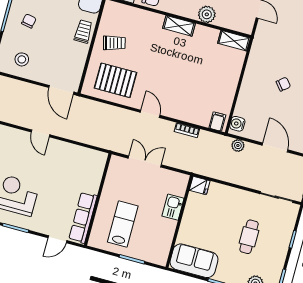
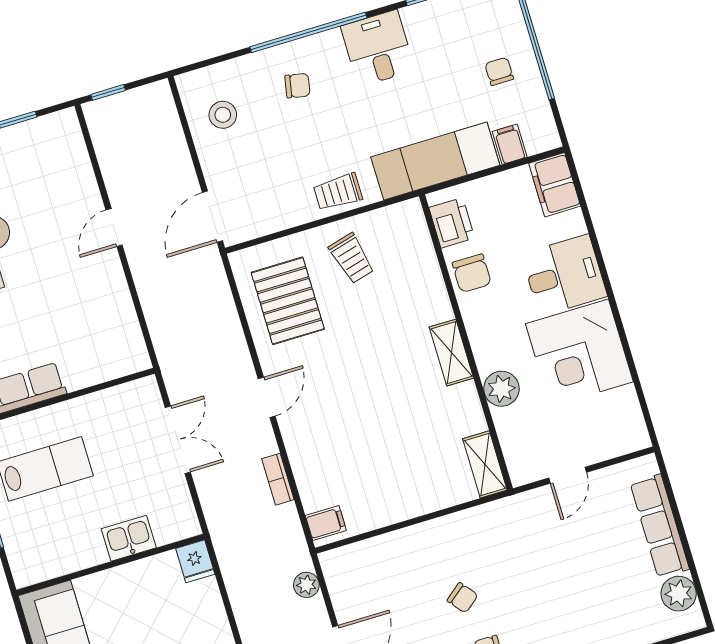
trolley: (83, 32) -> (338, 192), turned 180
water cooler: (237, 124) -> (344, 560), removed

